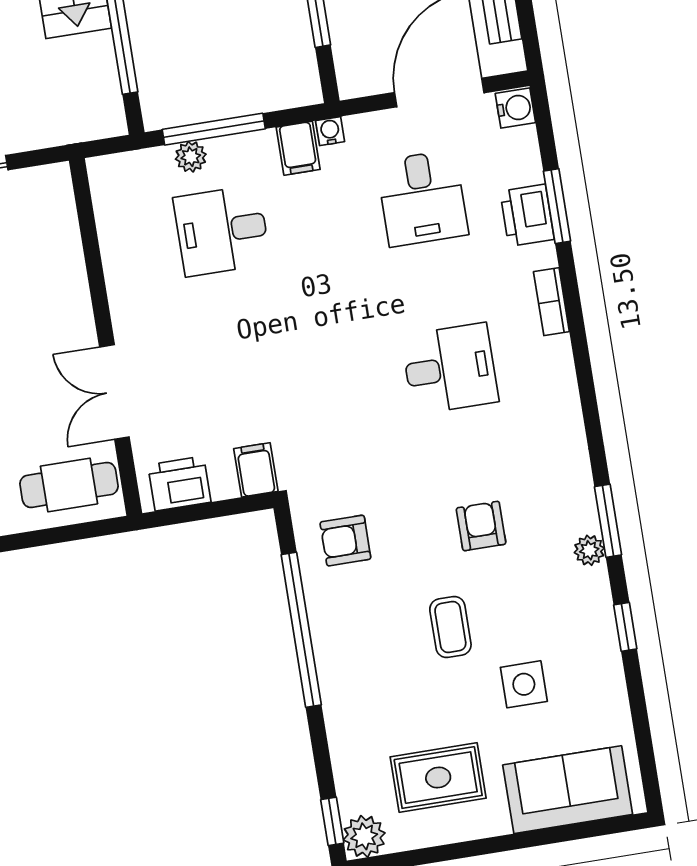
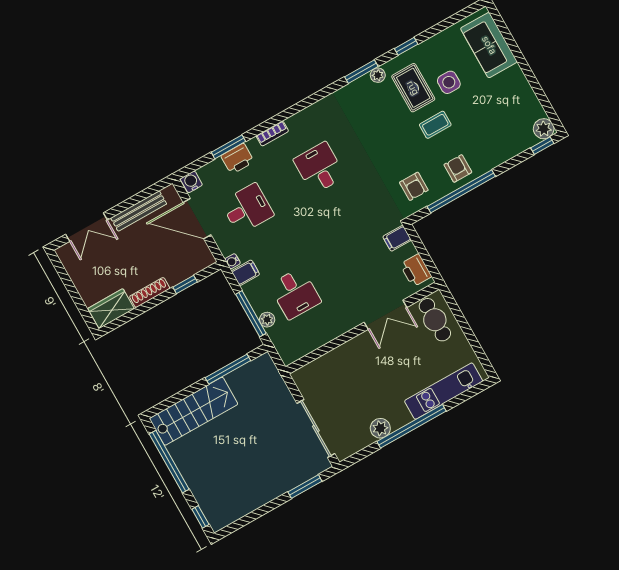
armchair: (481, 526) -> (458, 168), moved, turned 90
rug: (438, 778) -> (413, 88), moved

